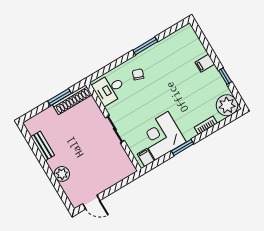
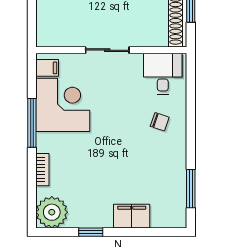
window: (145, 46) -> (191, 189), moved
filing cabinet: (205, 63) -> (132, 216), width x2.00
window: (183, 147) -> (32, 123), width x1.44

